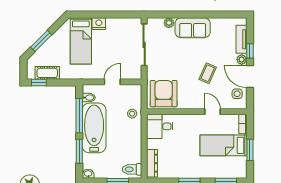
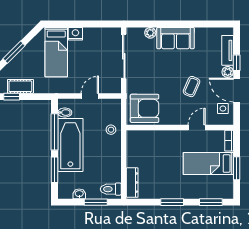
armchair: (164, 94) -> (145, 108), turned 90
door: (213, 112) -> (197, 128), hinge flipped
desk: (160, 126) -> (140, 143), removed
washbasin: (88, 174) -> (79, 194), moved

